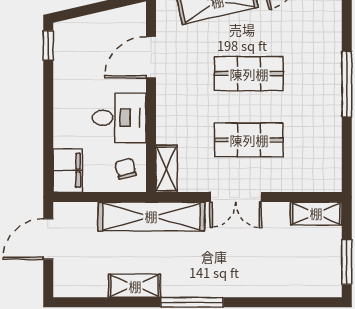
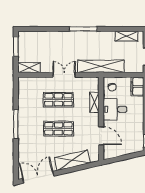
door: (151, 57) -> (101, 136), hinge flipped
shelving: (166, 169) -> (94, 102), moved
shelving: (135, 286) -> (127, 36), moved

